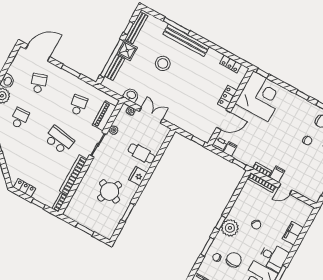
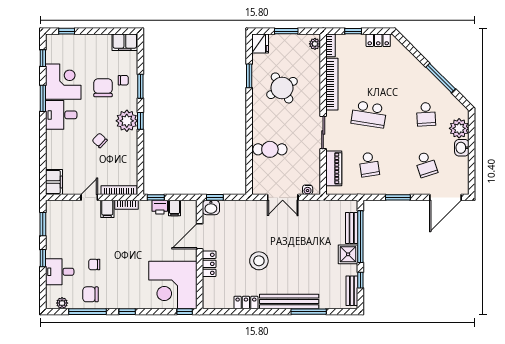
bench: (136, 28) -> (352, 291), width x0.73
stool: (163, 63) -> (259, 261), moved
locker: (231, 64) -> (246, 302), moved
washbasin: (131, 95) -> (211, 207), moved
plant: (114, 130) -> (315, 44), moved
printer: (220, 144) -> (160, 207), moved
fridge: (138, 176) -> (260, 44), moved
round table: (110, 191) -> (282, 88), turned 35
filing cabinet: (293, 233) -> (54, 182), moved
chair: (234, 260) -> (103, 88), turned 180

